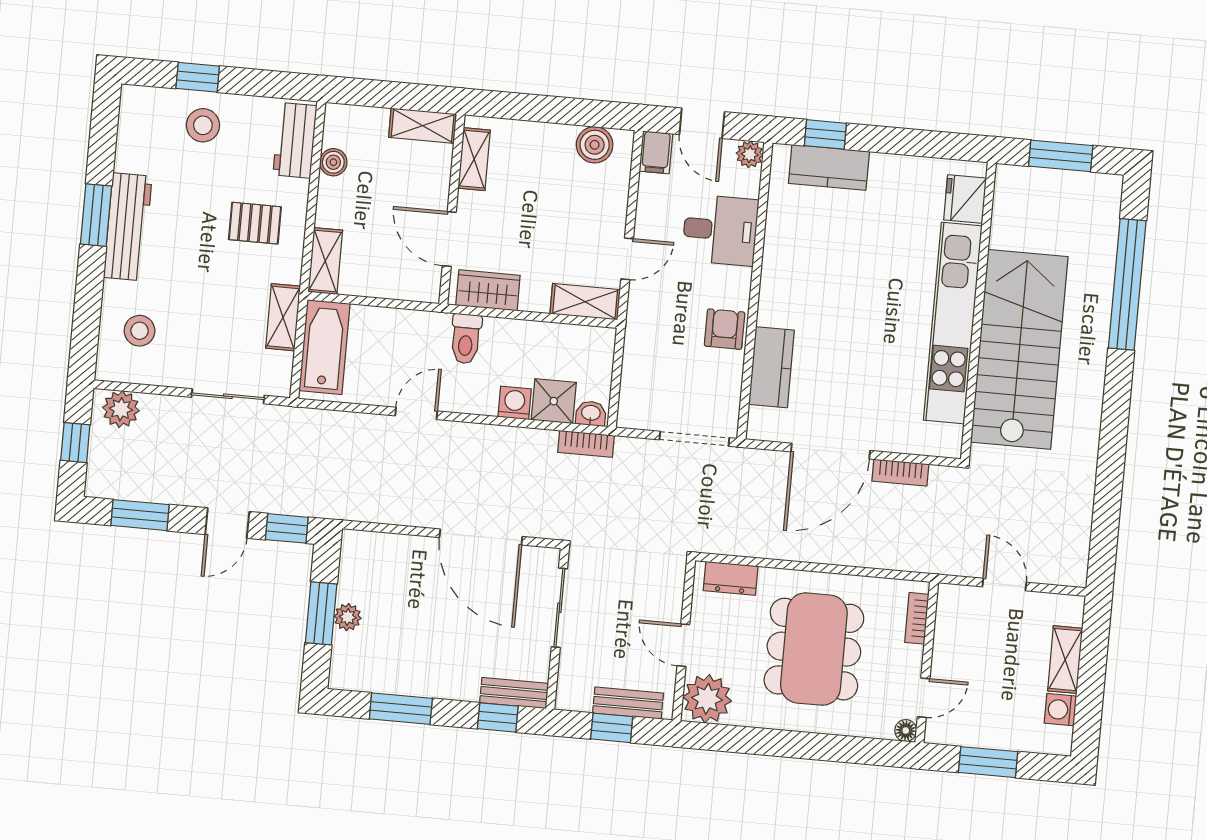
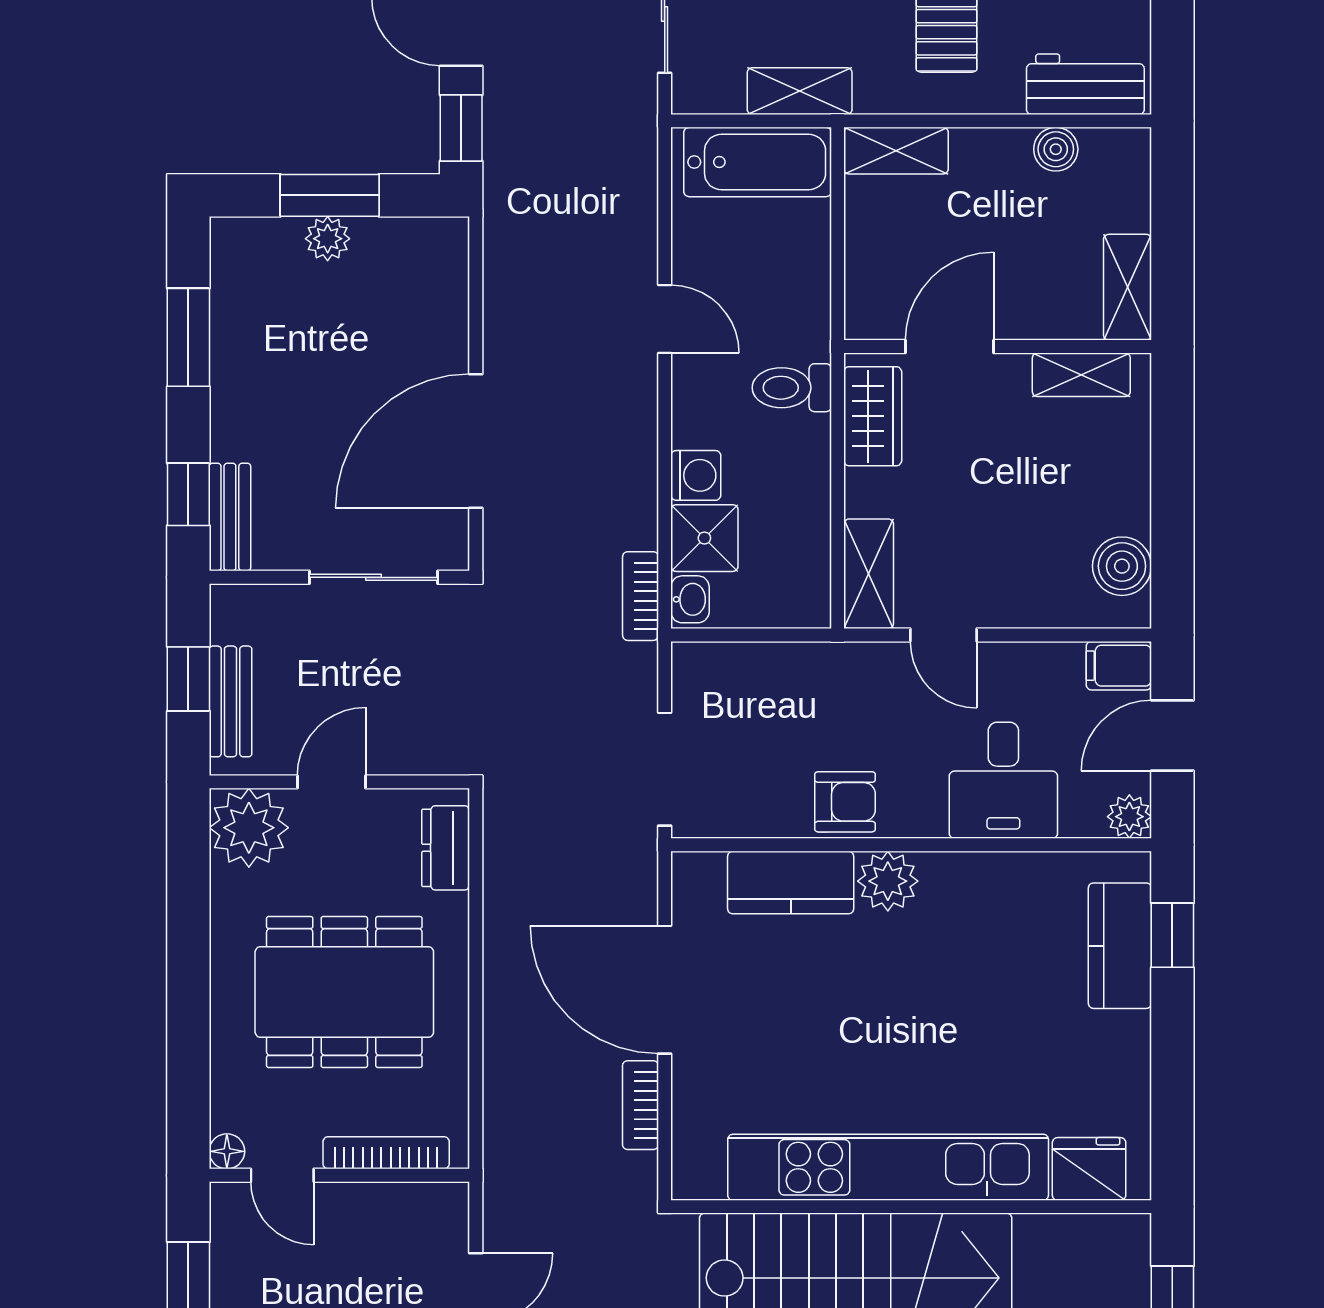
plant: (776, 307) -> (888, 881), added
bookcase: (917, 618) -> (386, 1153), width x1.56

